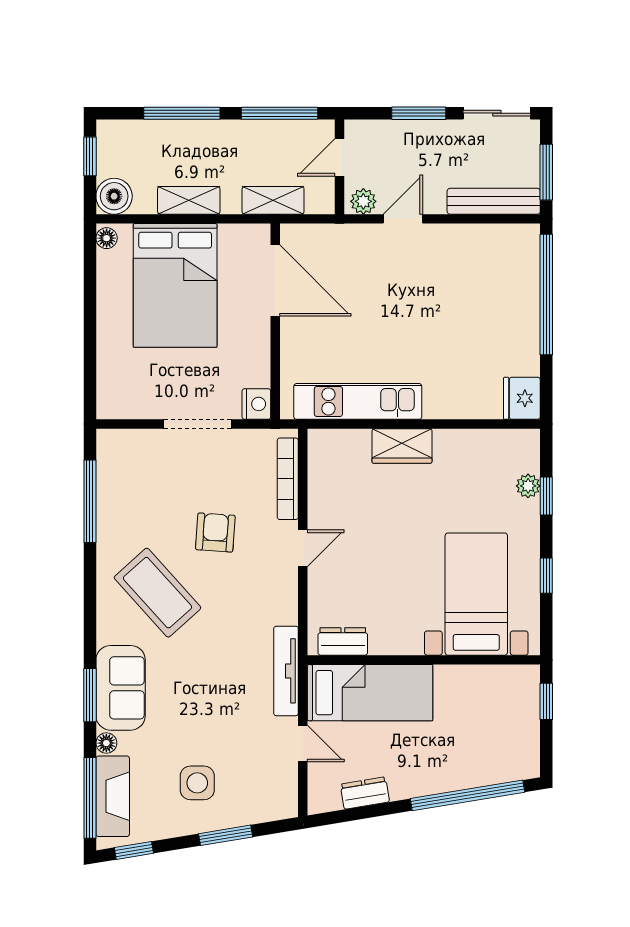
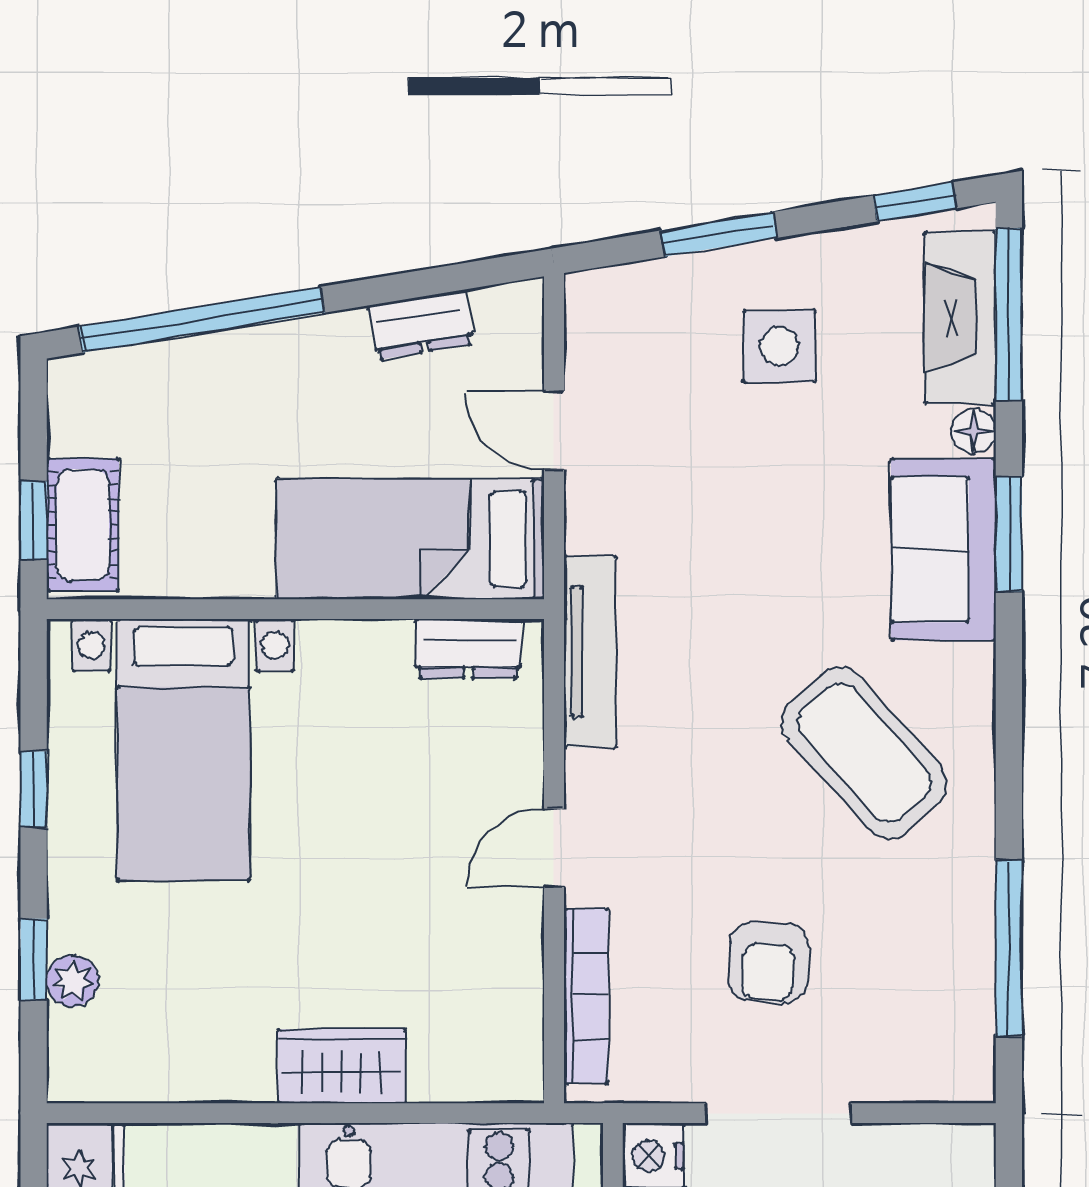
armchair: (215, 532) -> (769, 962), moved
tv unit: (286, 671) -> (590, 652), moved
cot: (523, 699) -> (83, 525), added

